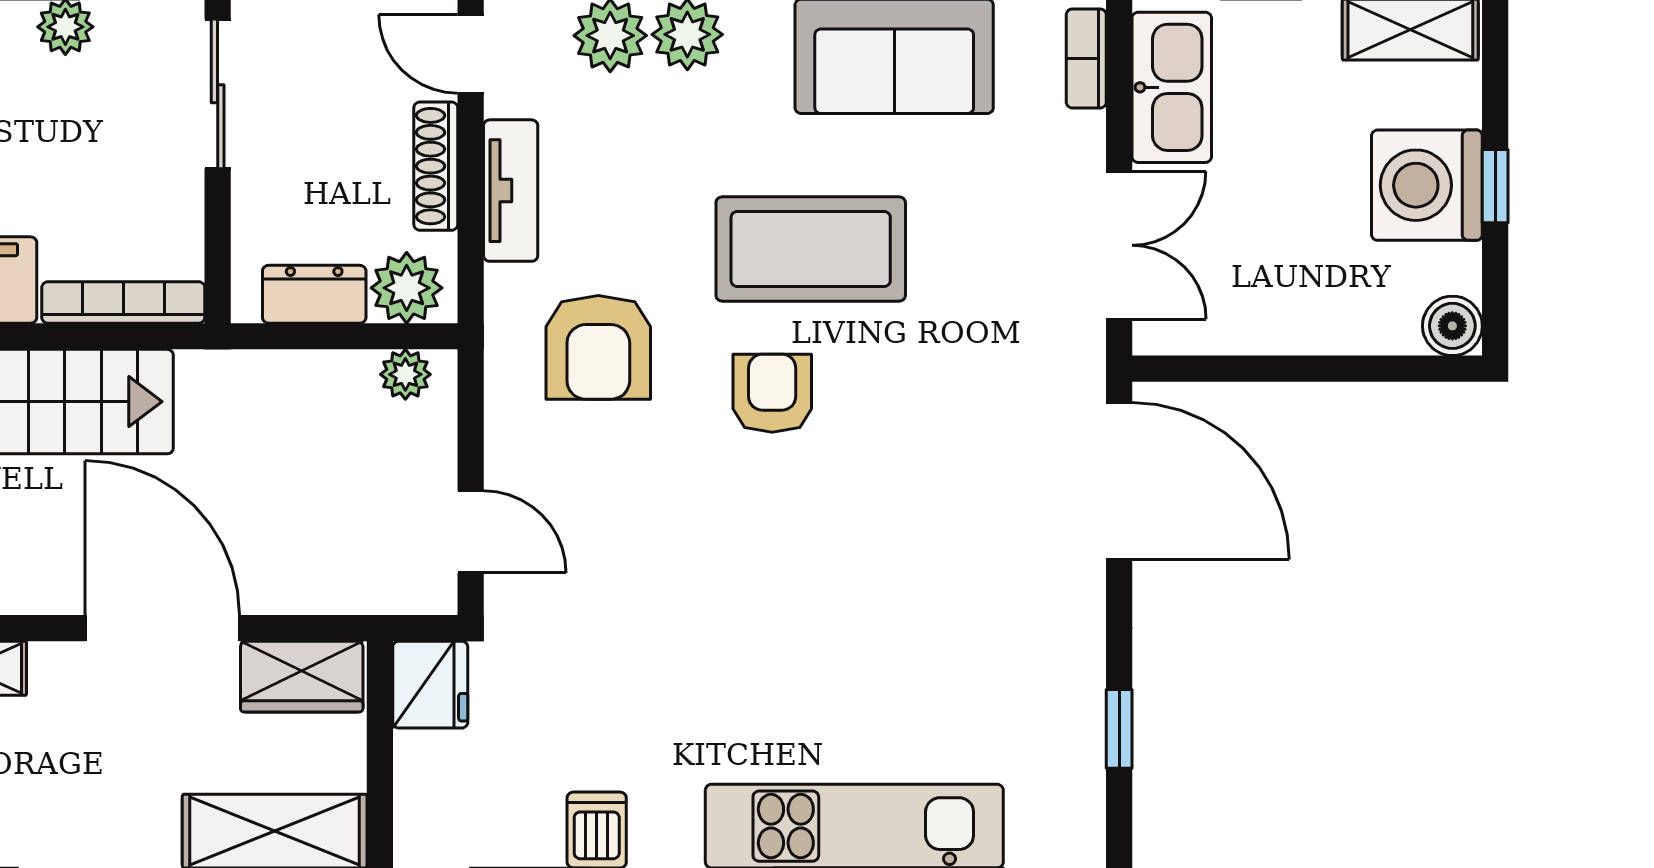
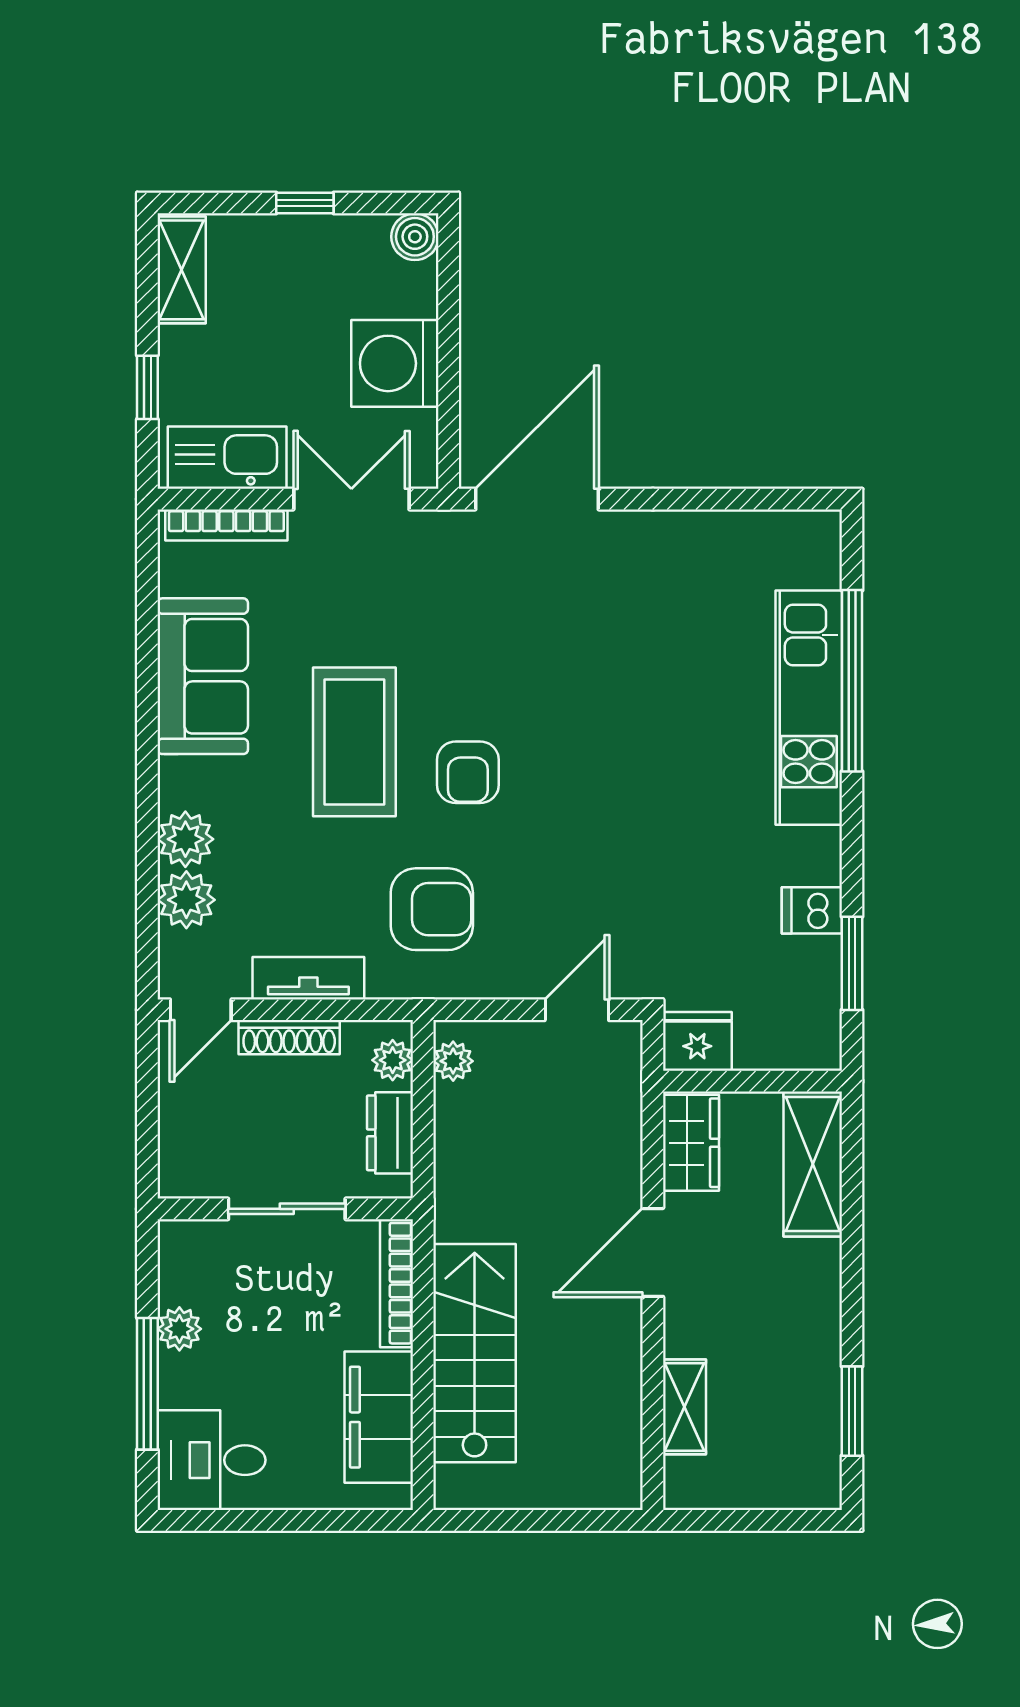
bookcase: (1086, 58) -> (226, 525), width x1.56
sliding door: (218, 94) -> (287, 1209), moved
washing machine: (1427, 185) -> (395, 363), moved, turned 90
plant: (407, 288) -> (393, 1060), width x0.73, depth x0.73
armchair: (772, 393) -> (468, 772), turned -90
door: (162, 628) -> (653, 1252), width x0.73
window: (1119, 729) -> (732, 499), removed

